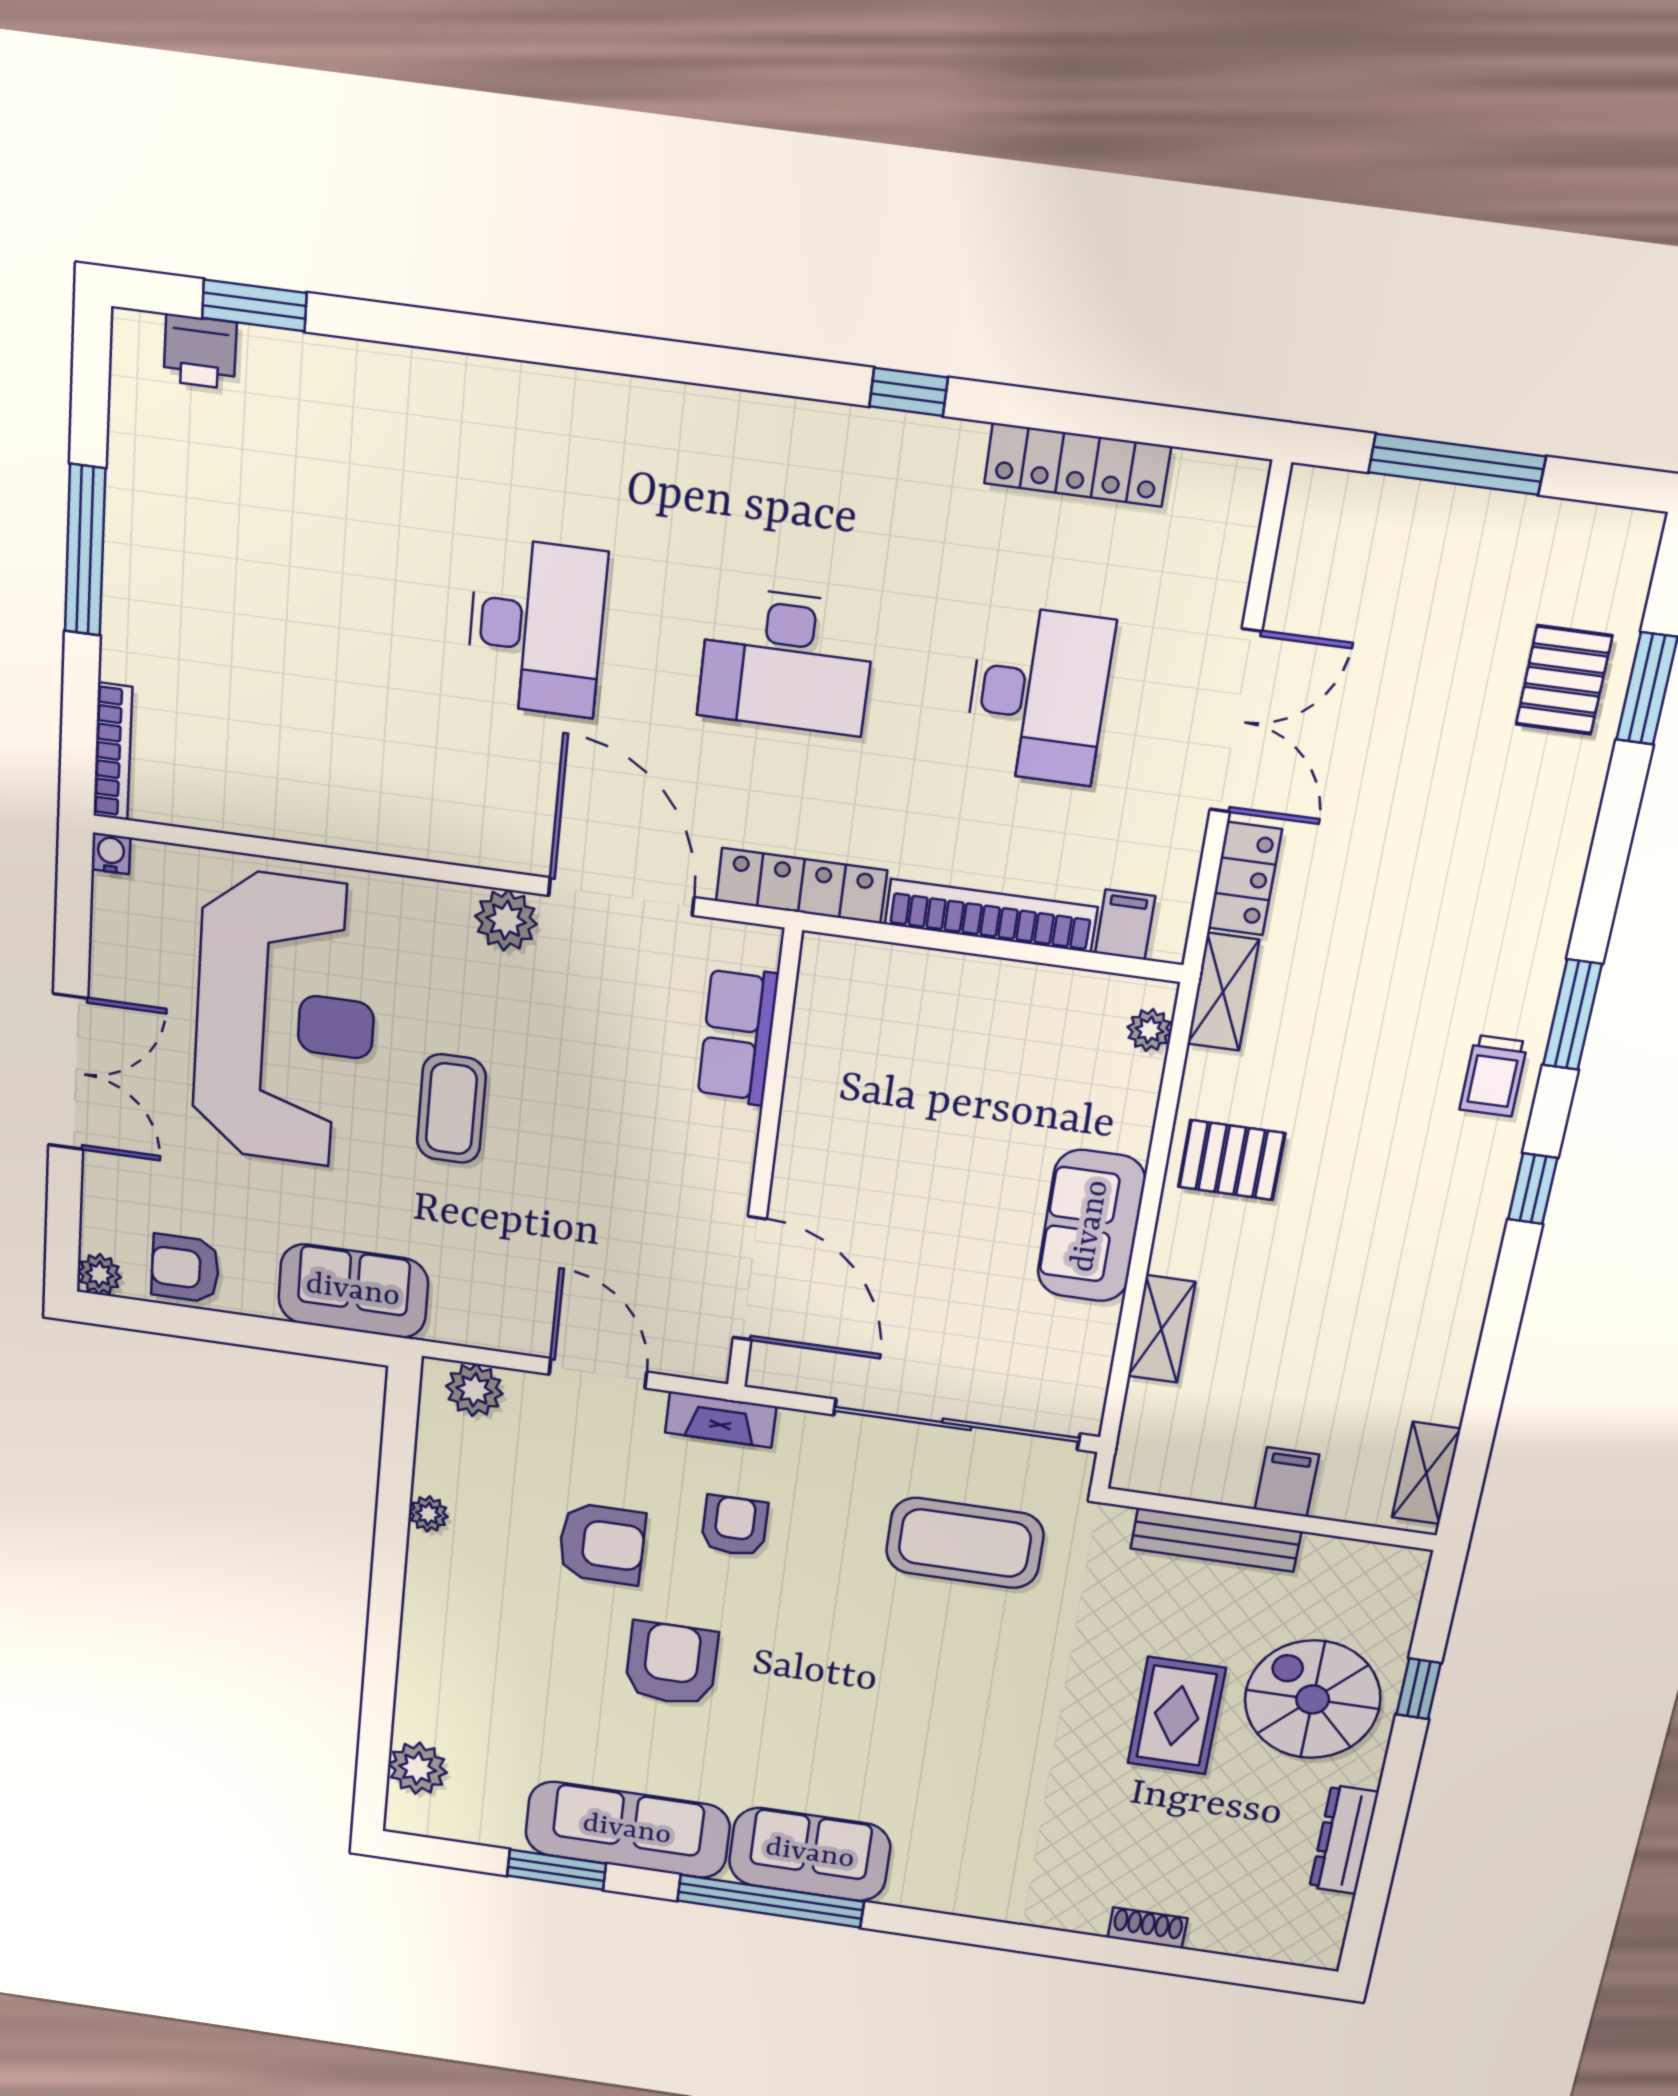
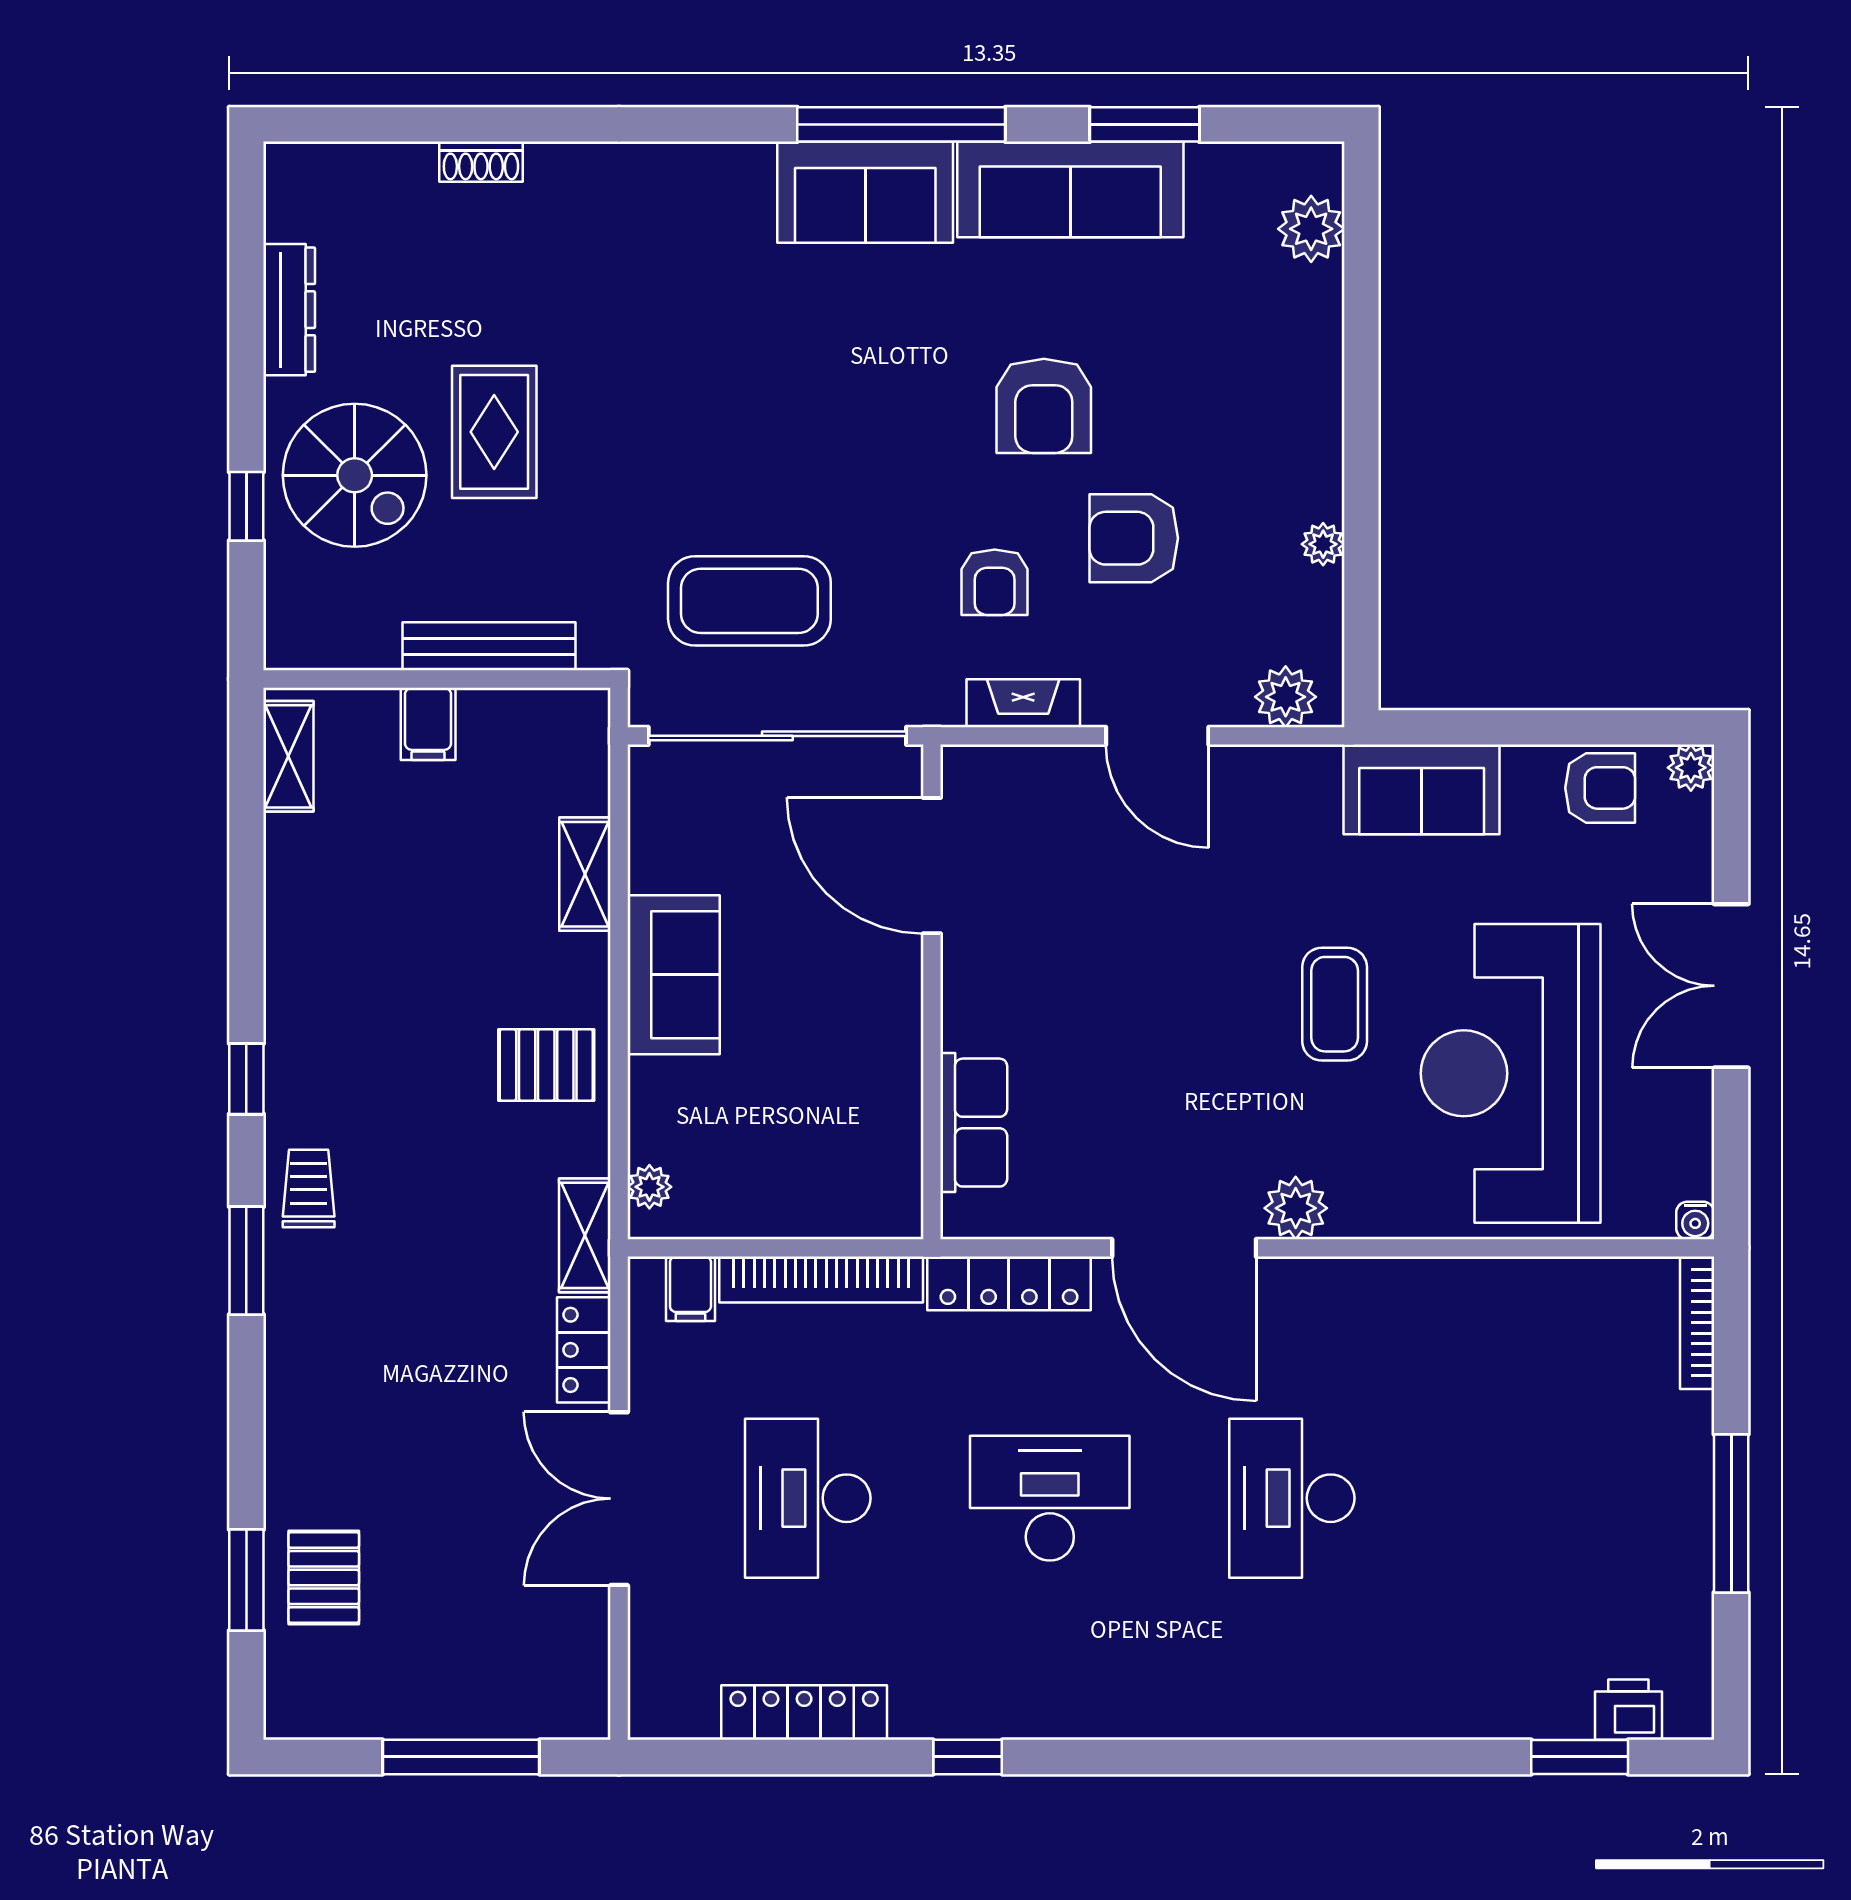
row of seats: (738, 1036) -> (974, 1123), moved
wall: (764, 1164) -> (932, 992), moved
door: (750, 1279) -> (932, 866), moved

